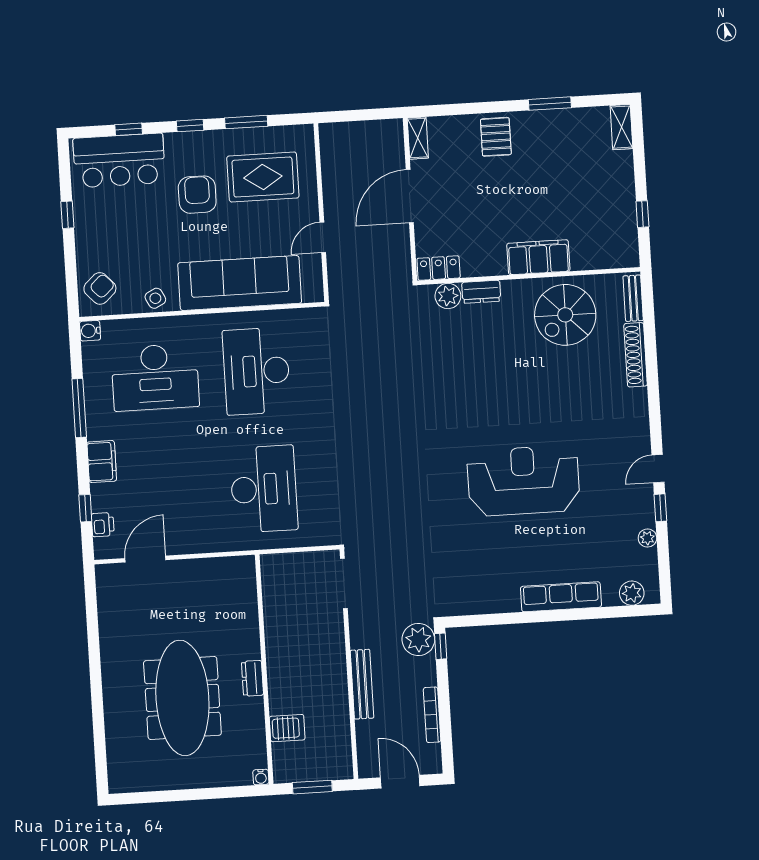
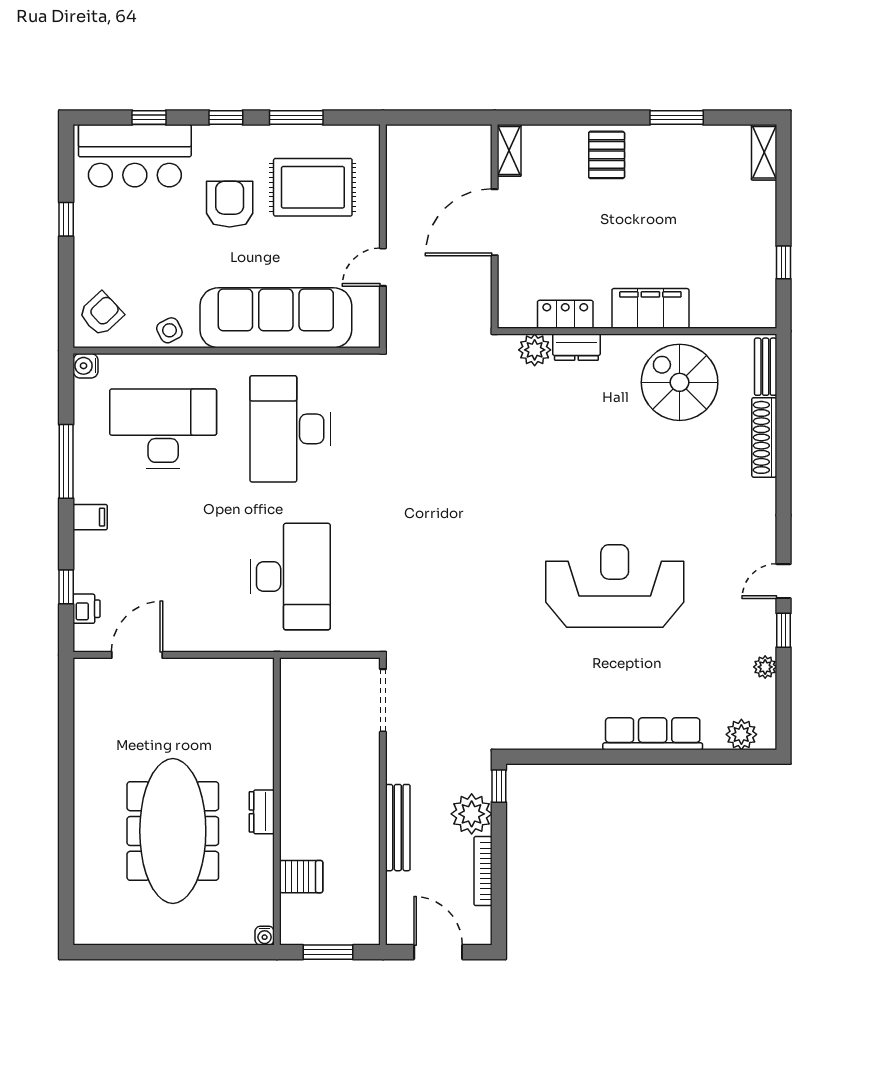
locker: (439, 268) -> (565, 314), moved
spiral stairs: (565, 315) -> (680, 382), turned 90
desk: (155, 377) -> (163, 429), turned 180
filing cabinet: (102, 462) -> (90, 517), width x0.50
plant: (418, 640) -> (472, 814), moved

